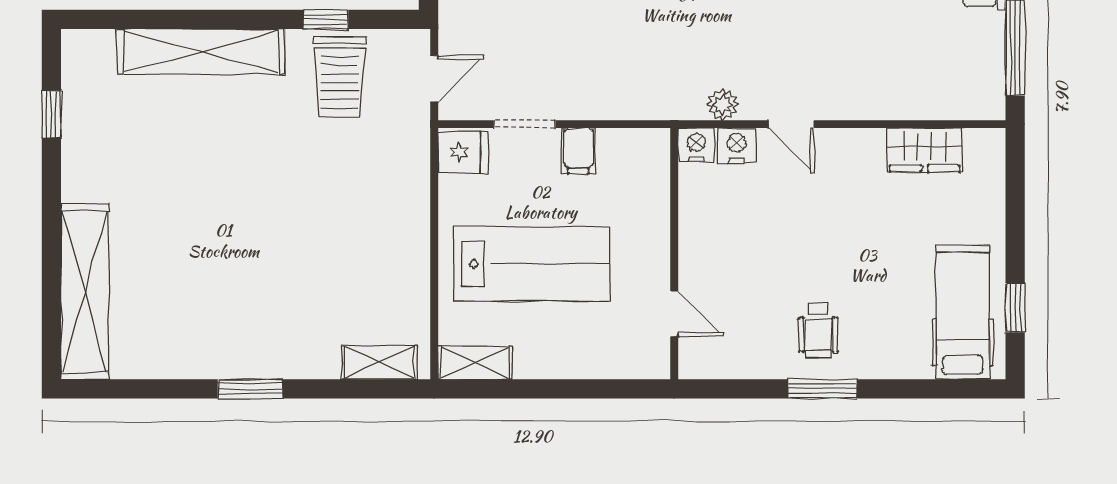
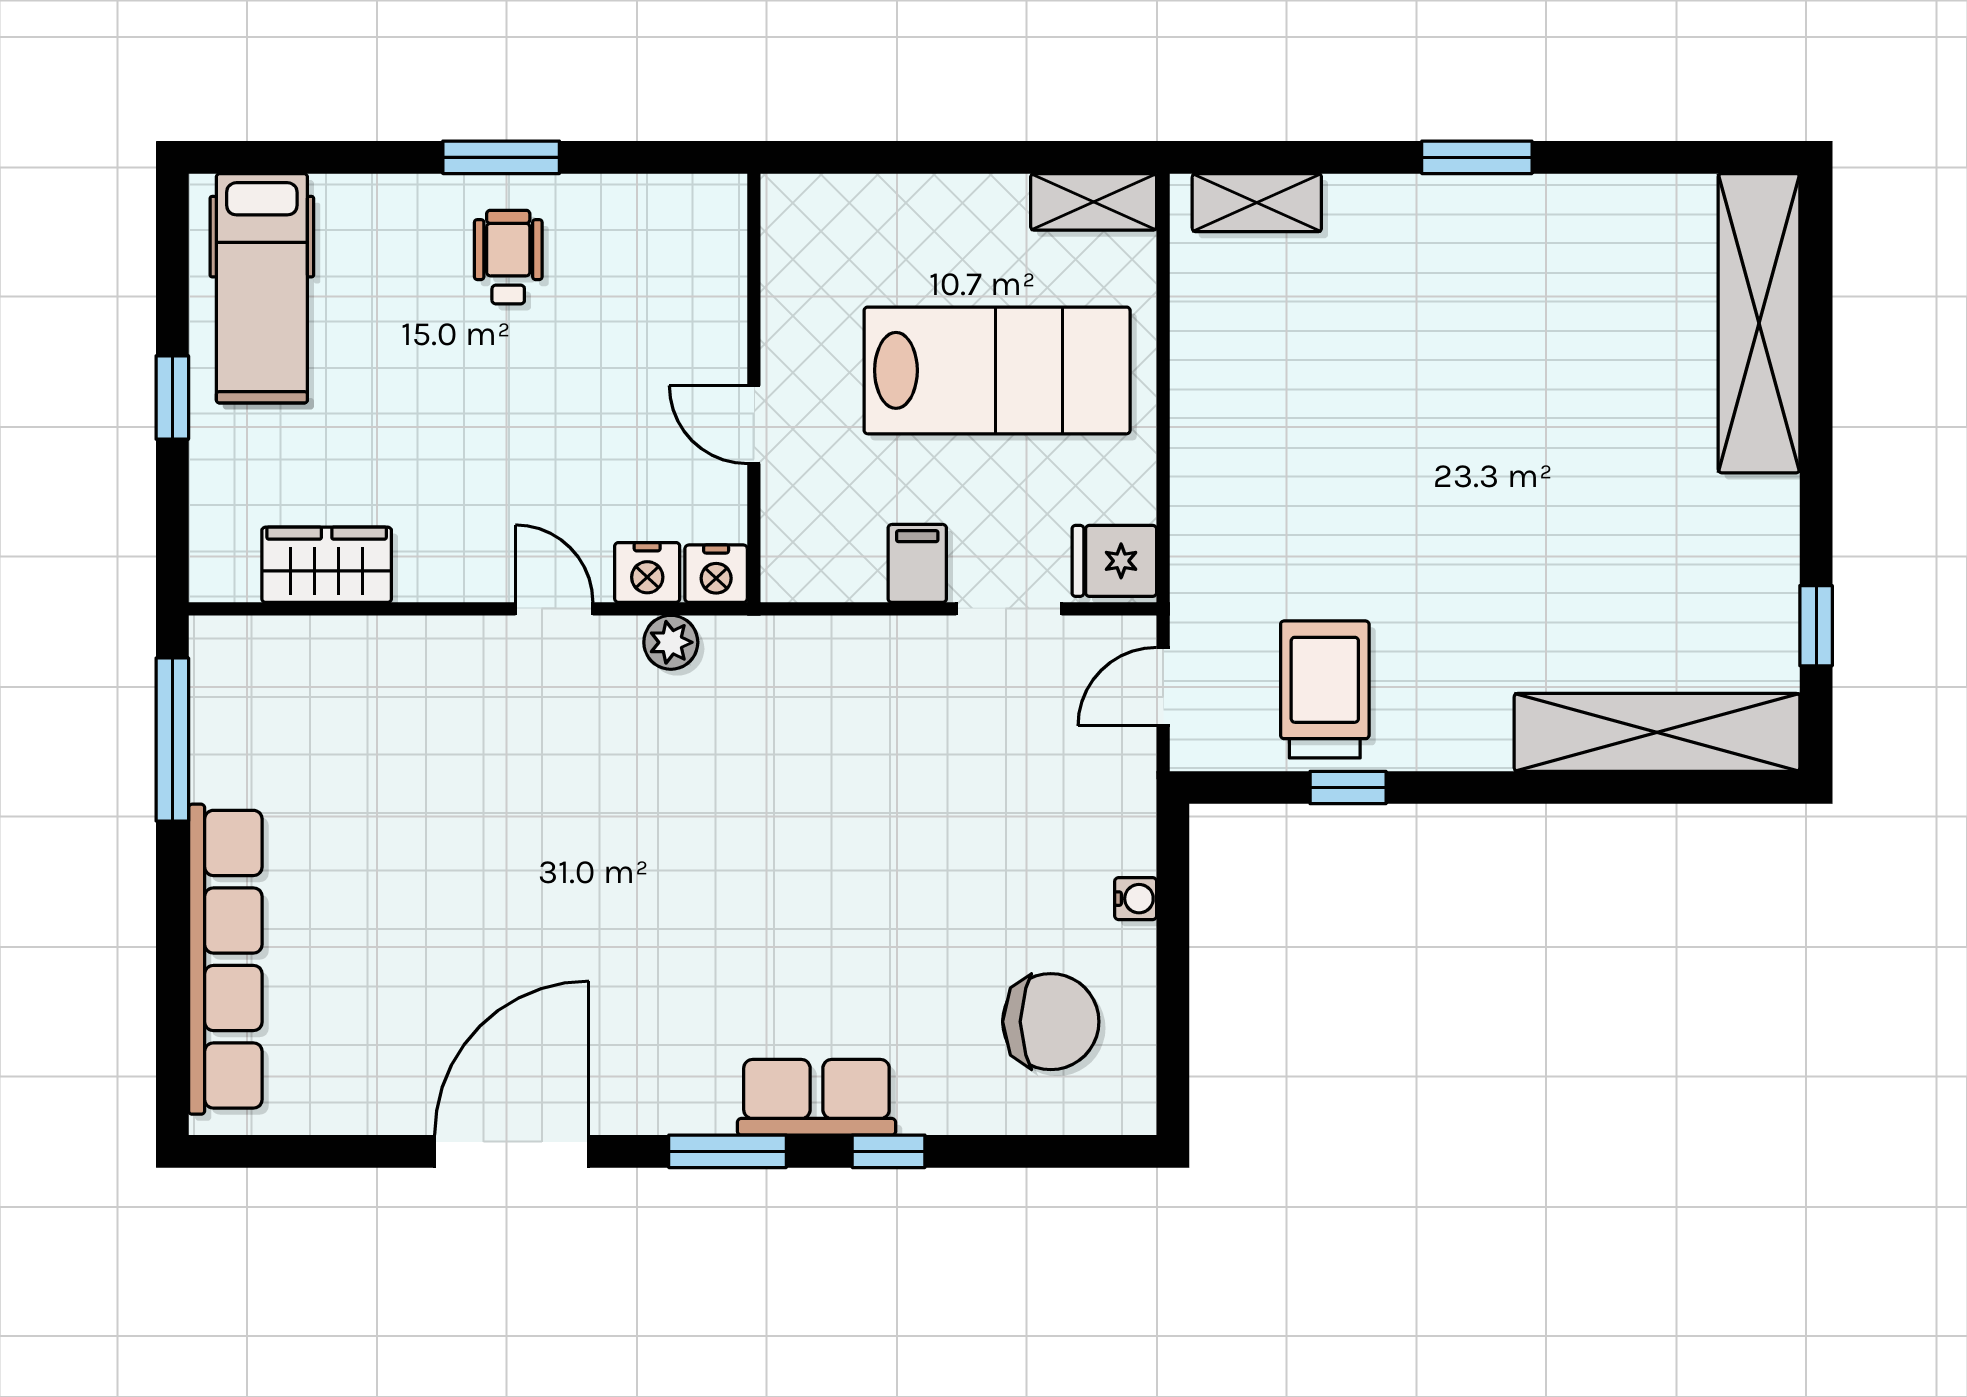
shelving: (201, 52) -> (1657, 732), moved
lab bench: (532, 264) -> (997, 370), turned 180
window: (1015, 308) -> (172, 398), moved
door: (674, 314) -> (754, 425), moved

